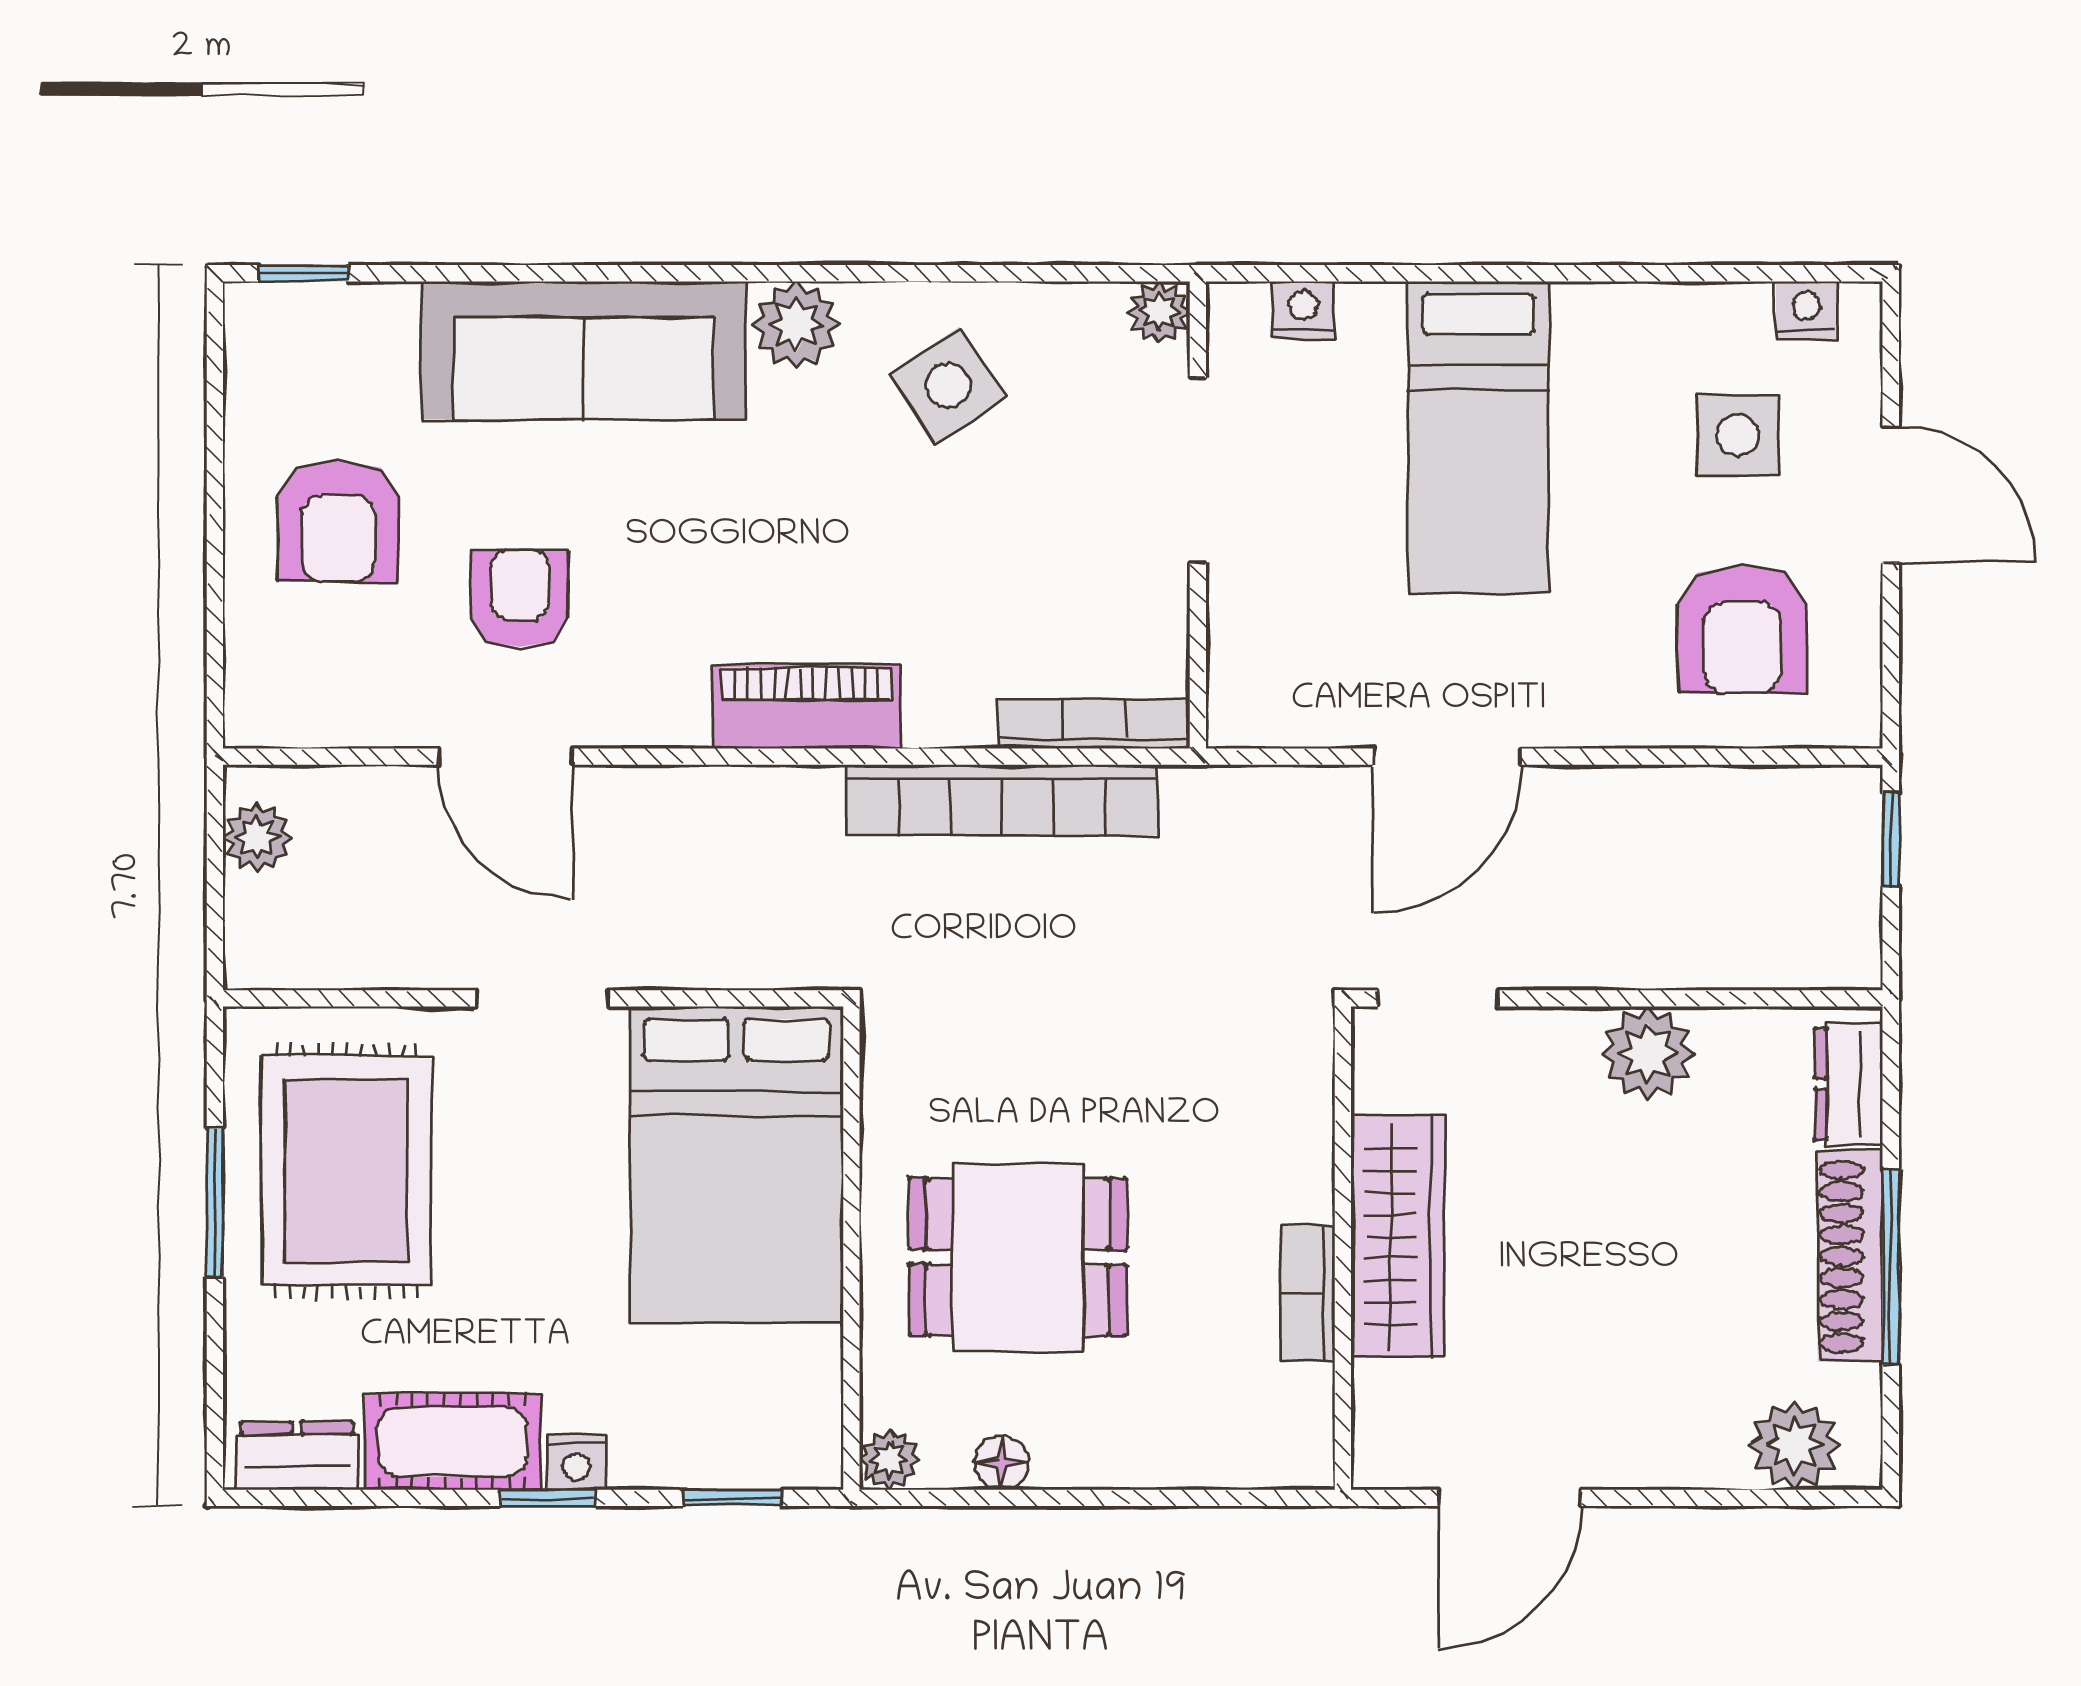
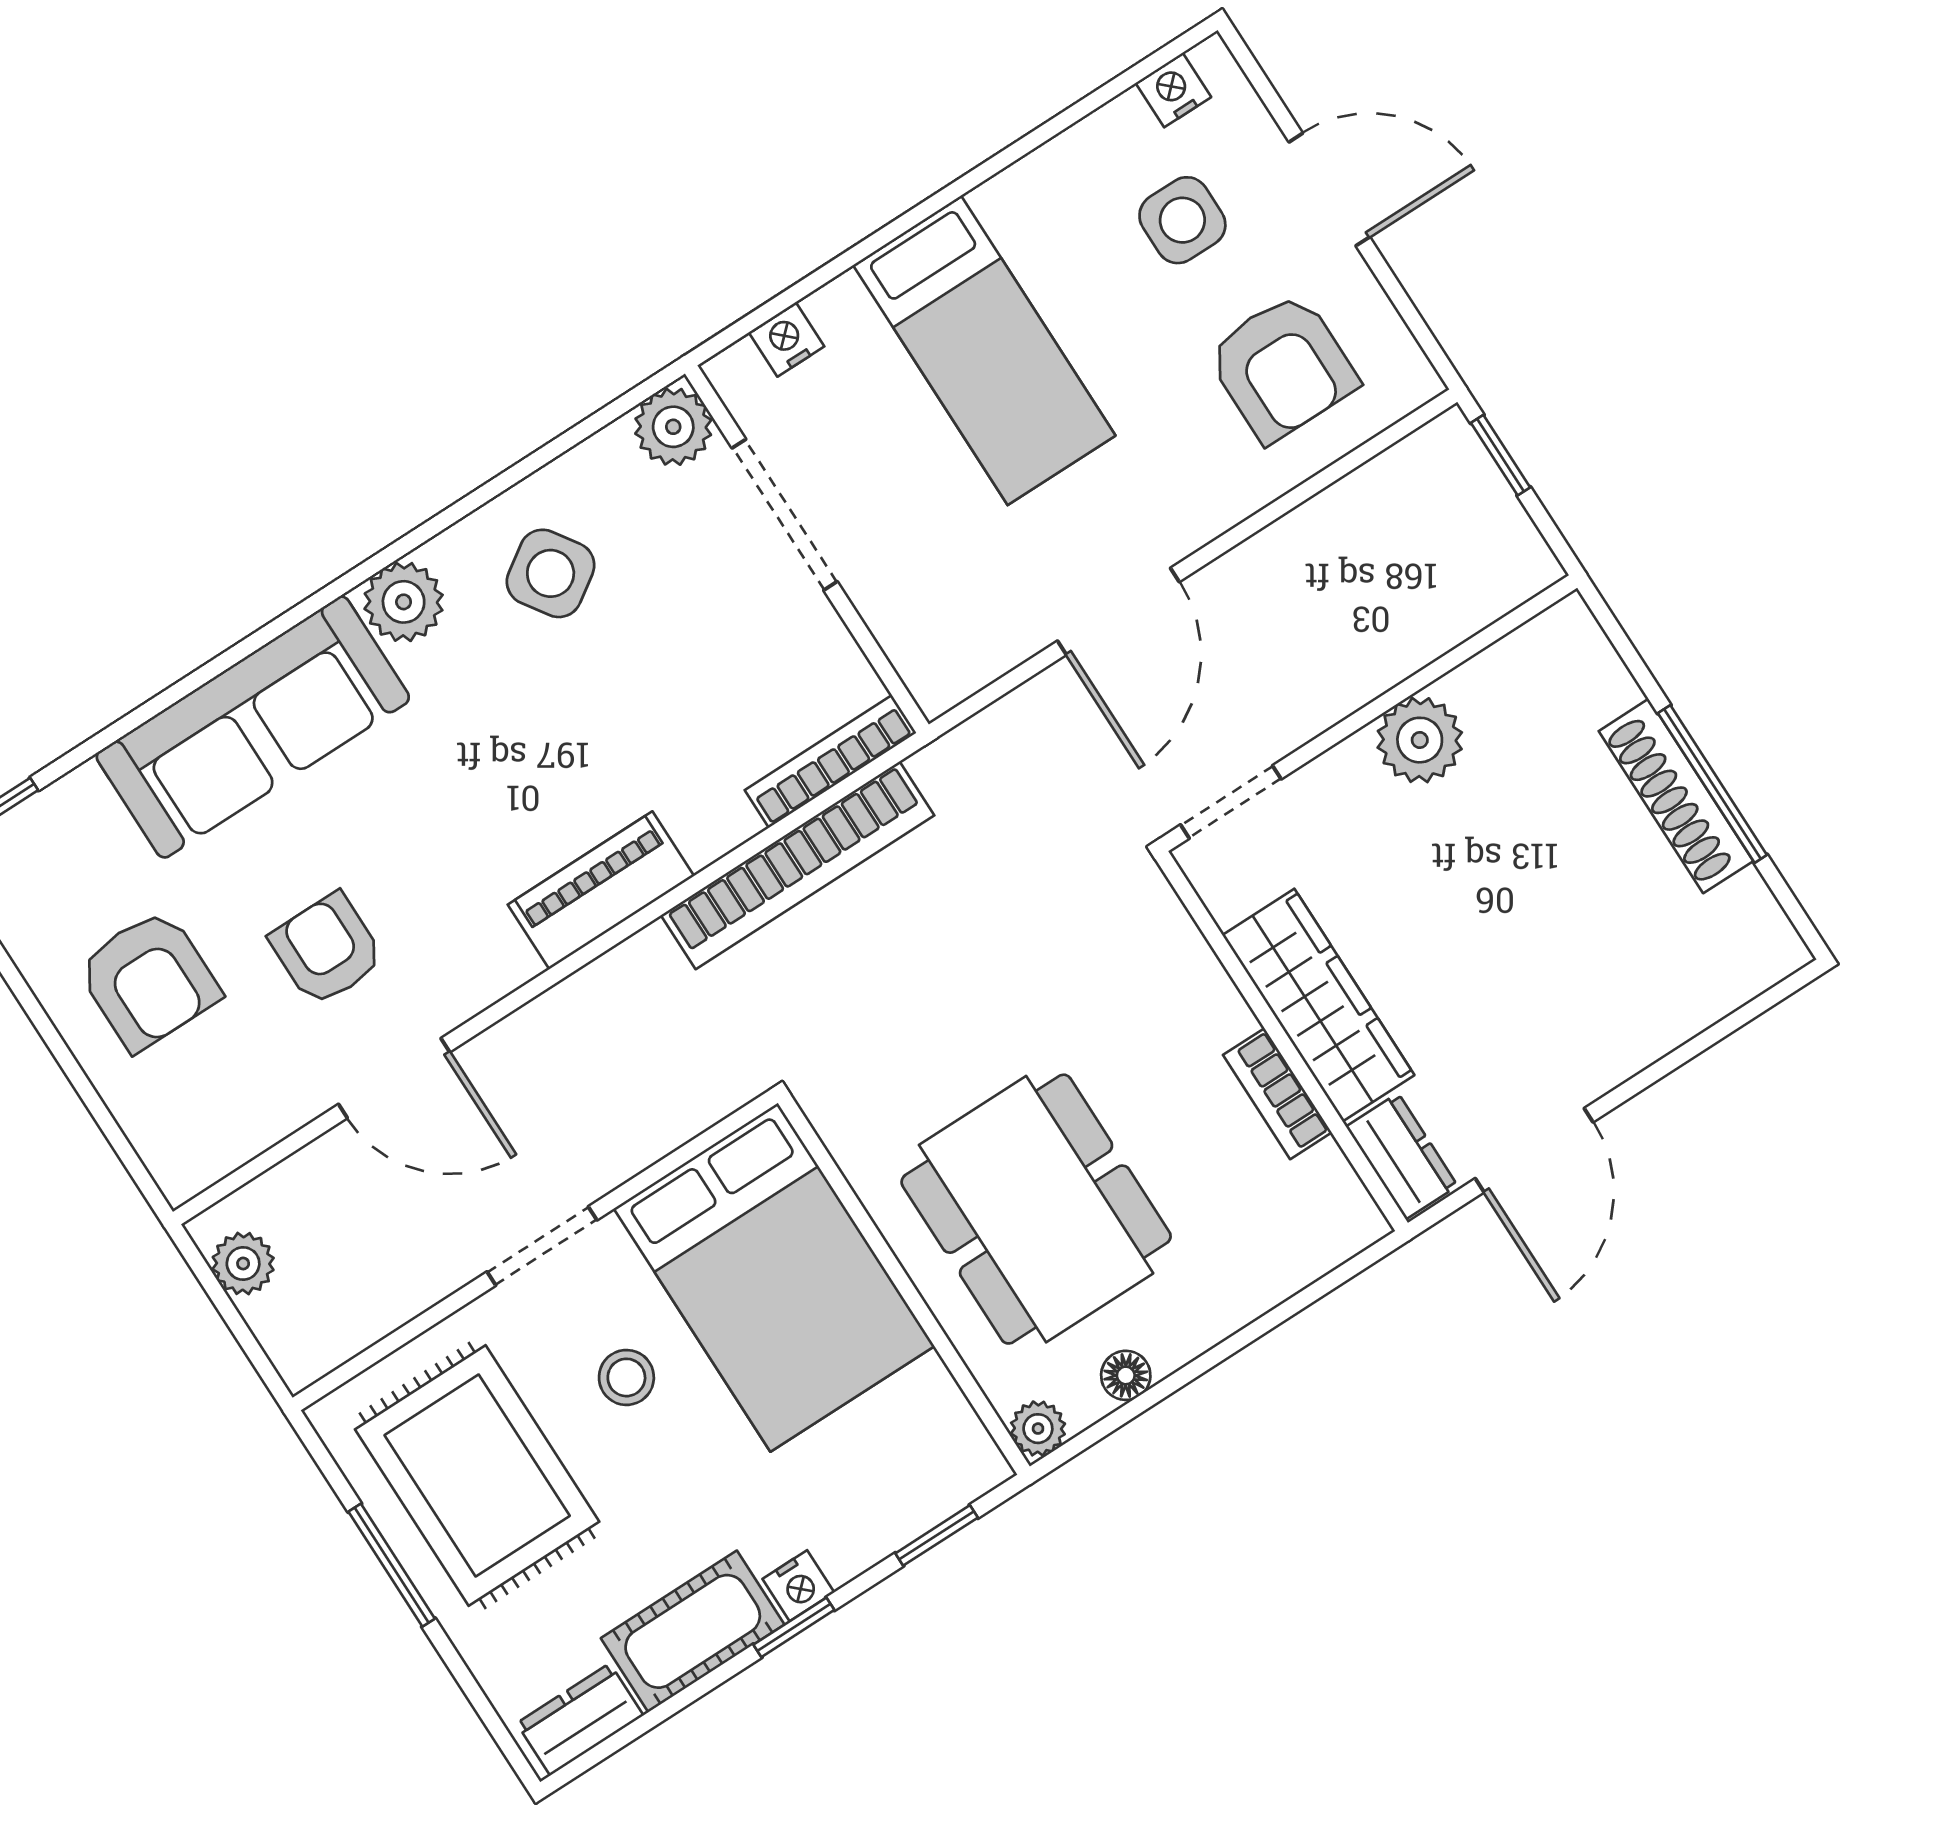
plant: (1159, 312) -> (673, 427), width x1.38, depth x1.38
dresser: (1849, 1084) -> (1402, 1156), moved, turned 180
stool: (542, 1169) -> (626, 1377), added
dining table: (1018, 1257) -> (1036, 1209), width x1.37
plant: (1794, 1445) -> (1727, 969), removed

